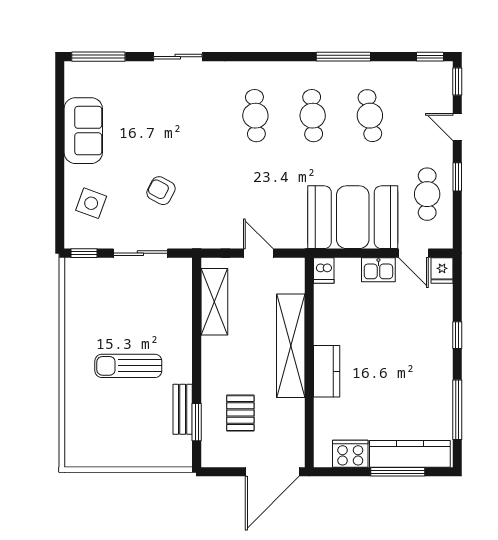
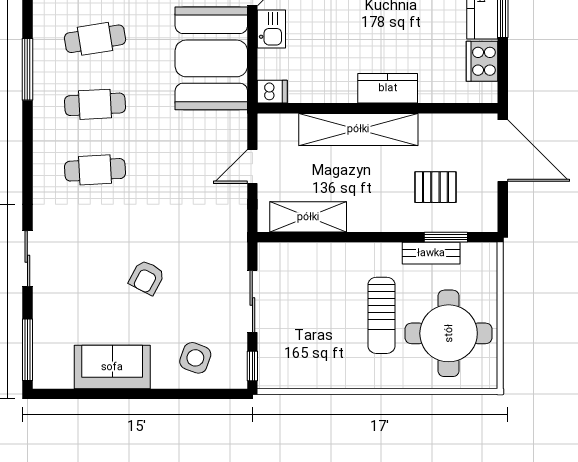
armchair: (161, 191) -> (147, 277), moved
round table: (113, 424) -> (449, 333), added

